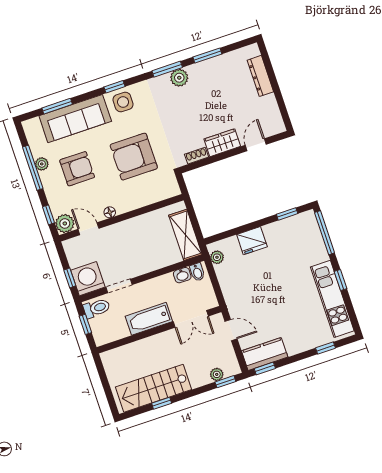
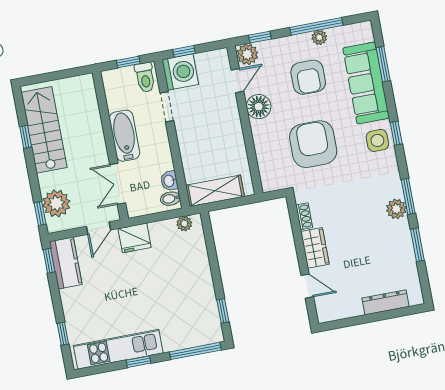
floor lamp: (110, 212) -> (259, 107), width x1.89, depth x1.89
fridge: (252, 241) -> (135, 238), moved, turned -90
plant: (217, 374) -> (56, 203), width x1.88, depth x1.88

